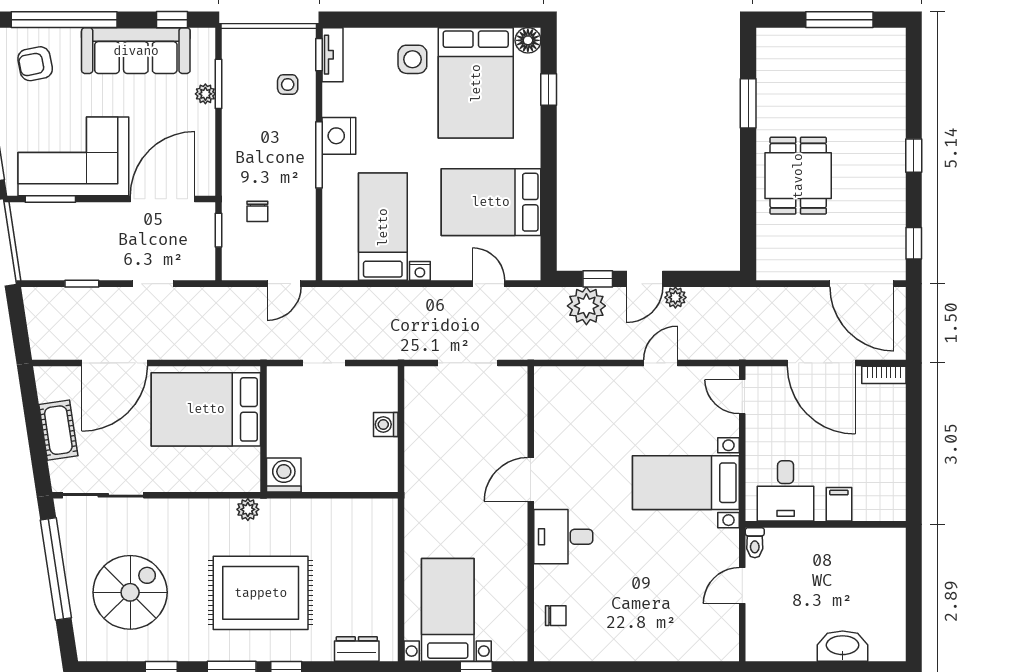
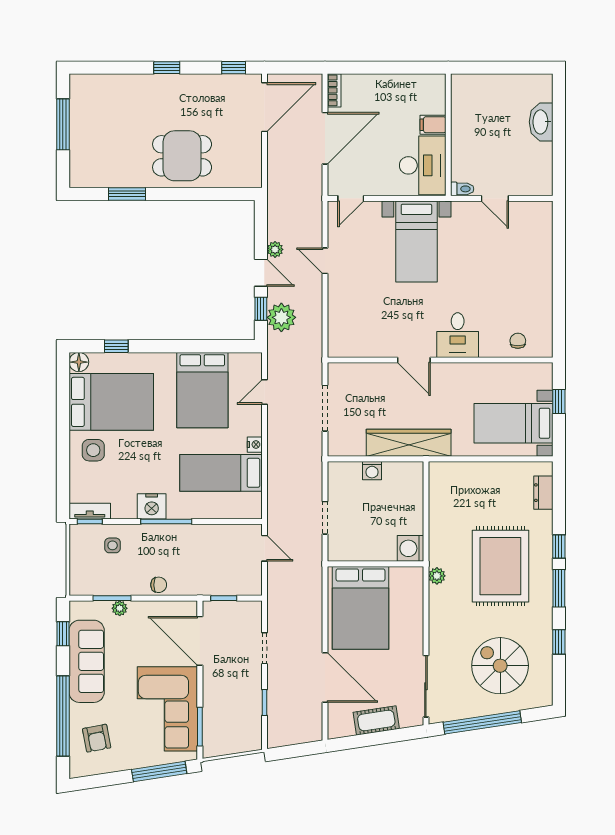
chair: (257, 211) -> (159, 585), moved
wardrobe: (422, 473) -> (409, 443), added
desk: (786, 491) -> (423, 165), width x1.37

